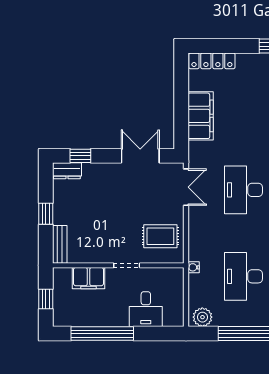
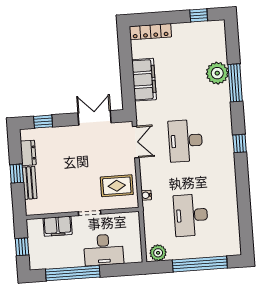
dresser: (67, 171) -> (28, 153), moved, turned -90
bench: (60, 244) -> (30, 183), moved
water cooler: (194, 267) -> (146, 195), moved
desk: (146, 309) -> (104, 250), width x1.37

